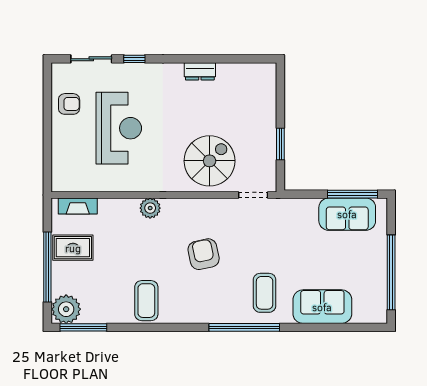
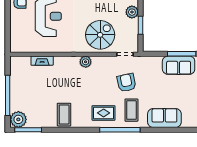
plant: (265, 121) -> (132, 12), added
fireplace: (78, 206) -> (42, 61), moved
plant: (150, 208) -> (86, 62), moved
rug: (73, 248) -> (104, 113), moved
armchair: (204, 254) -> (126, 83), moved

